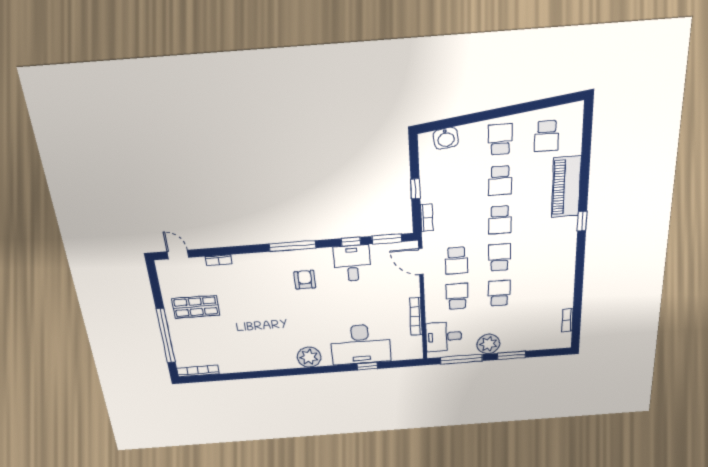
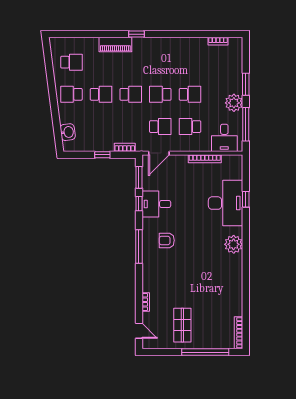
piano: (566, 187) -> (115, 44), width x0.73, depth x0.75
door: (178, 255) -> (139, 331), swing flipped
school desk: (499, 293) -> (190, 94), turned 180

